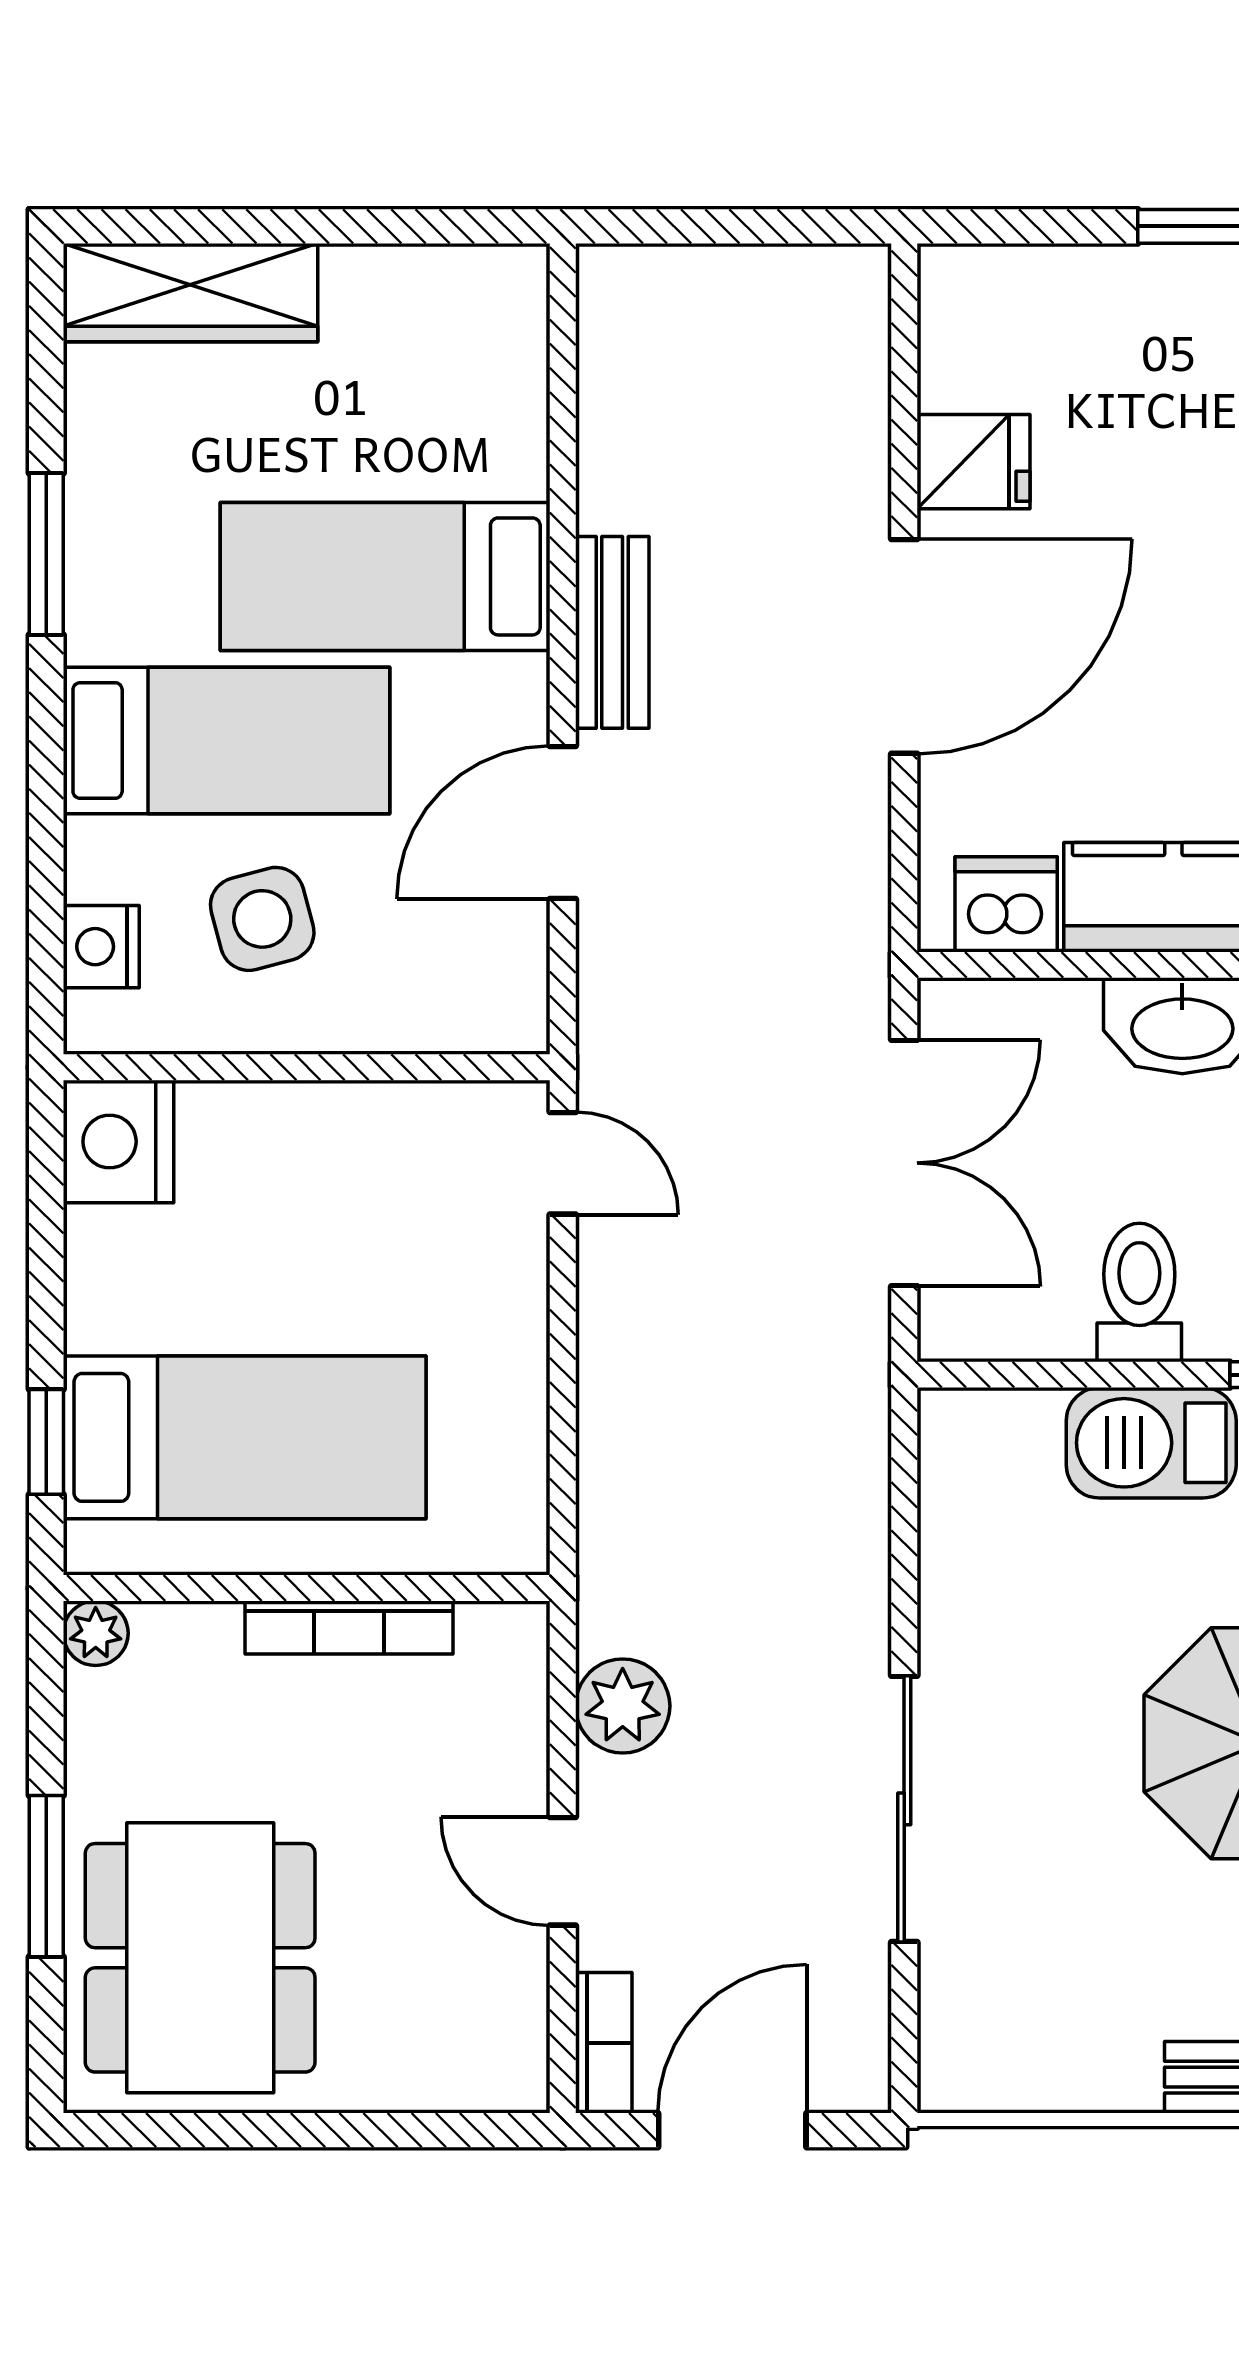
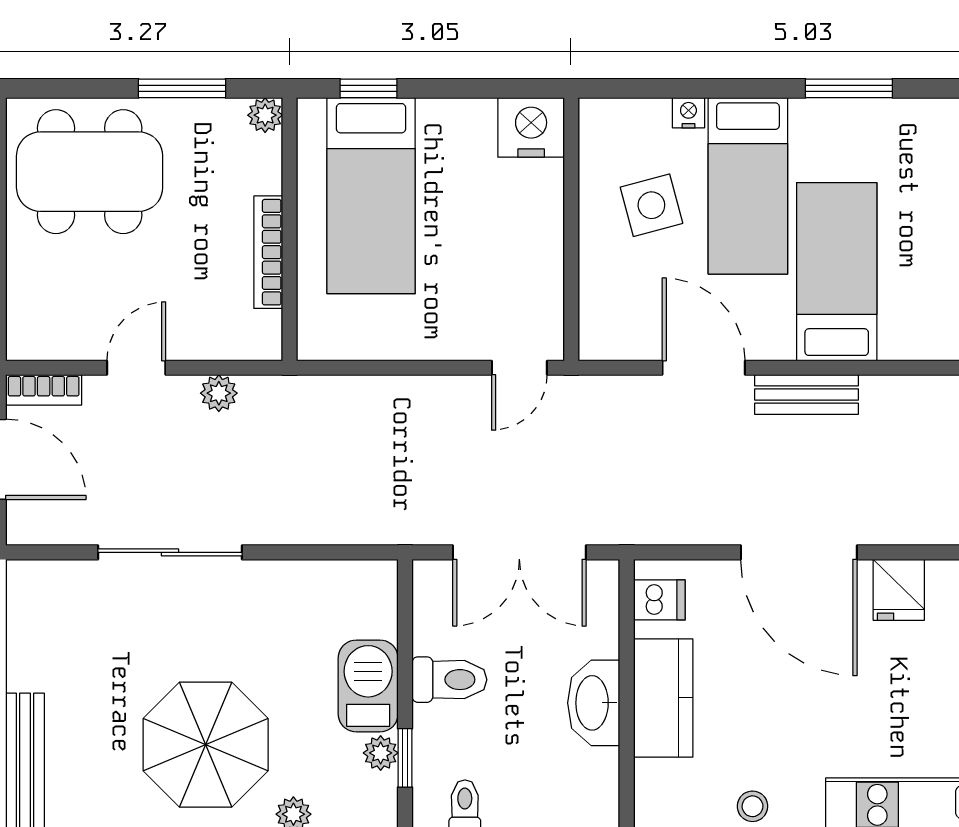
dishwasher: (1006, 904) -> (659, 600), width x0.73
nightstand: (101, 947) -> (688, 113), moved, width x0.72, depth x0.74
plant: (623, 1706) -> (219, 393), width x0.73, depth x0.73
window: (46, 1876) -> (182, 88), moved

